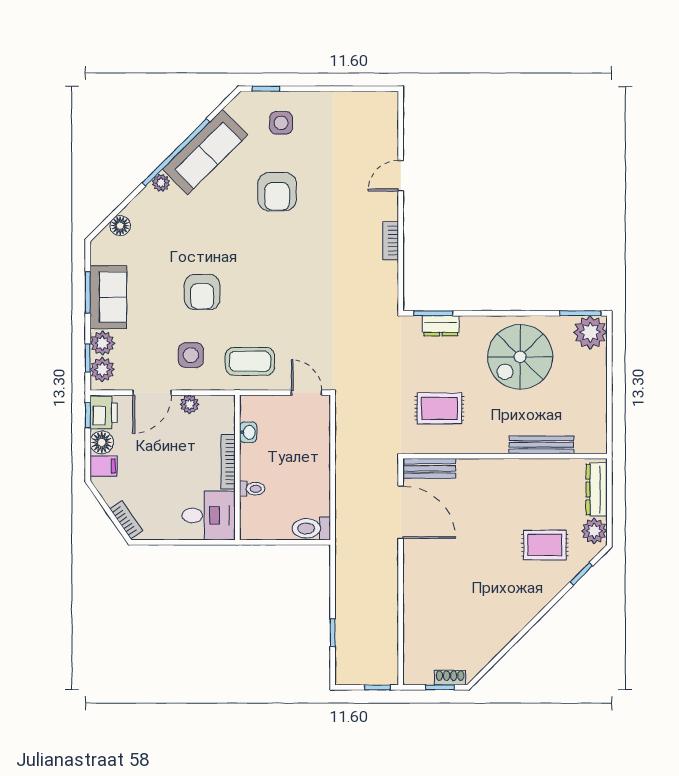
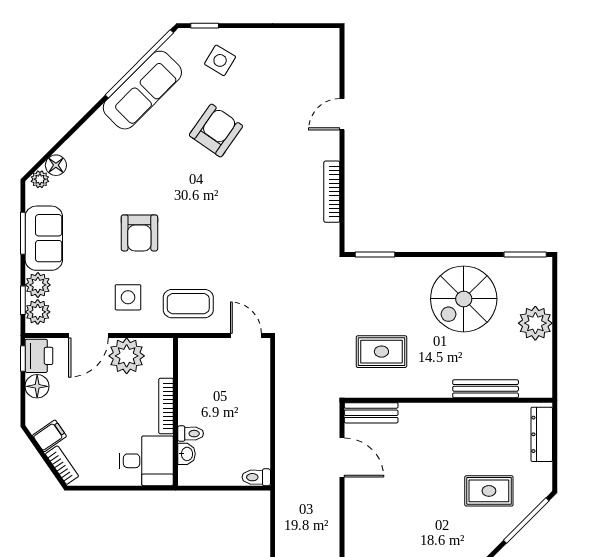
side table: (281, 123) -> (220, 60), turned 31
window: (176, 152) -> (139, 64), moved
plant: (161, 183) -> (40, 179), moved
armchair: (277, 192) -> (216, 131), turned -145
bookcase: (391, 241) -> (332, 192), width x1.56
dresser: (441, 326) -> (383, 267), removed
plant: (590, 332) -> (535, 323), moved
plant: (189, 404) -> (127, 356), width x1.87, depth x1.87
washbasin: (248, 432) -> (186, 454), moved
filing cabinet: (104, 466) -> (49, 436), moved, turned -35
door: (401, 512) -> (342, 457), width x0.73
toilet: (311, 528) -> (256, 477), width x0.73, depth x0.72
plant: (594, 531) -> (539, 477), removed
window: (581, 574) -> (526, 520), width x2.17

